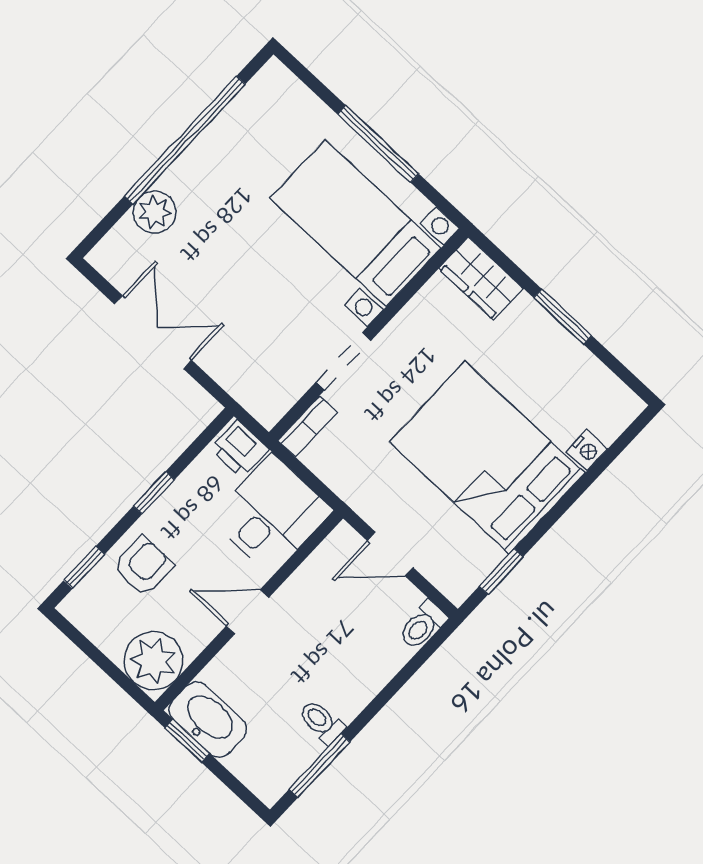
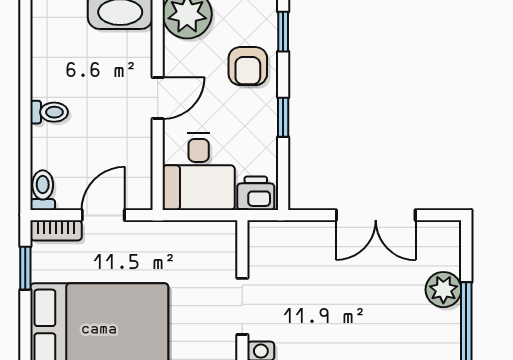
bookcase: (307, 427) -> (56, 230), moved, turned -90
toilet: (322, 722) -> (49, 112), moved
window: (320, 766) -> (25, 45), removed

